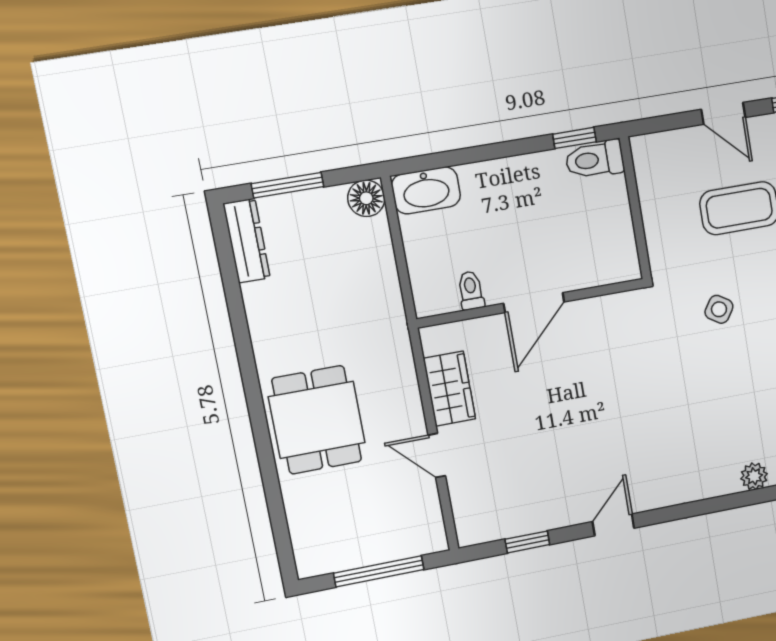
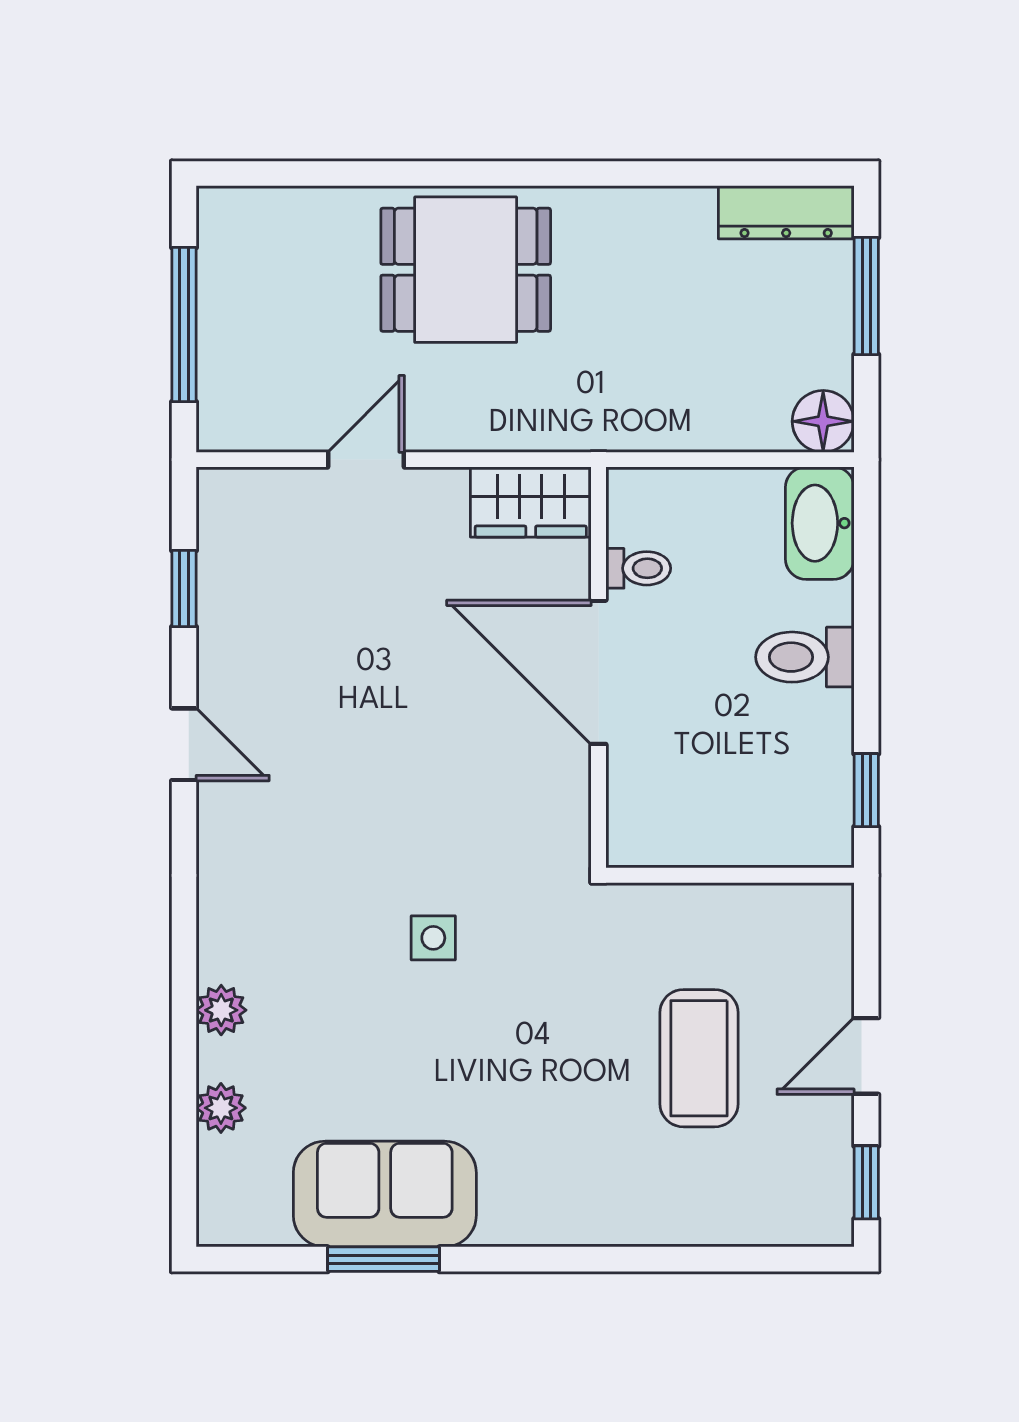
toilet: (595, 160) -> (805, 657), moved, turned -90
door: (534, 303) -> (598, 672), width x1.36
side table: (719, 309) -> (433, 938), moved, turned -33
wardrobe: (449, 389) -> (531, 502), moved

